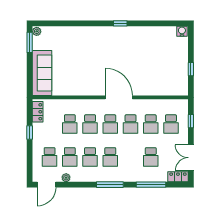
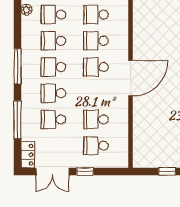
window: (191, 121) -> (85, 171), moved
school desk: (131, 124) -> (53, 93), moved
double door: (191, 158) -> (52, 171), swing flipped

